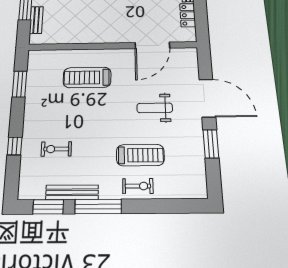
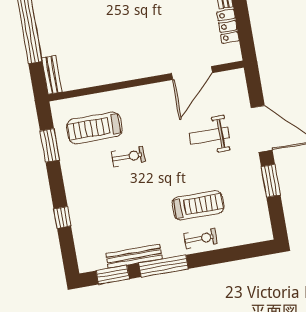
bench: (36, 20) -> (52, 75), moved
treadmill: (87, 77) -> (94, 128), moved
weight bench: (155, 108) -> (209, 136), moved
exercise bike: (56, 149) -> (128, 157), moved, turned 180

